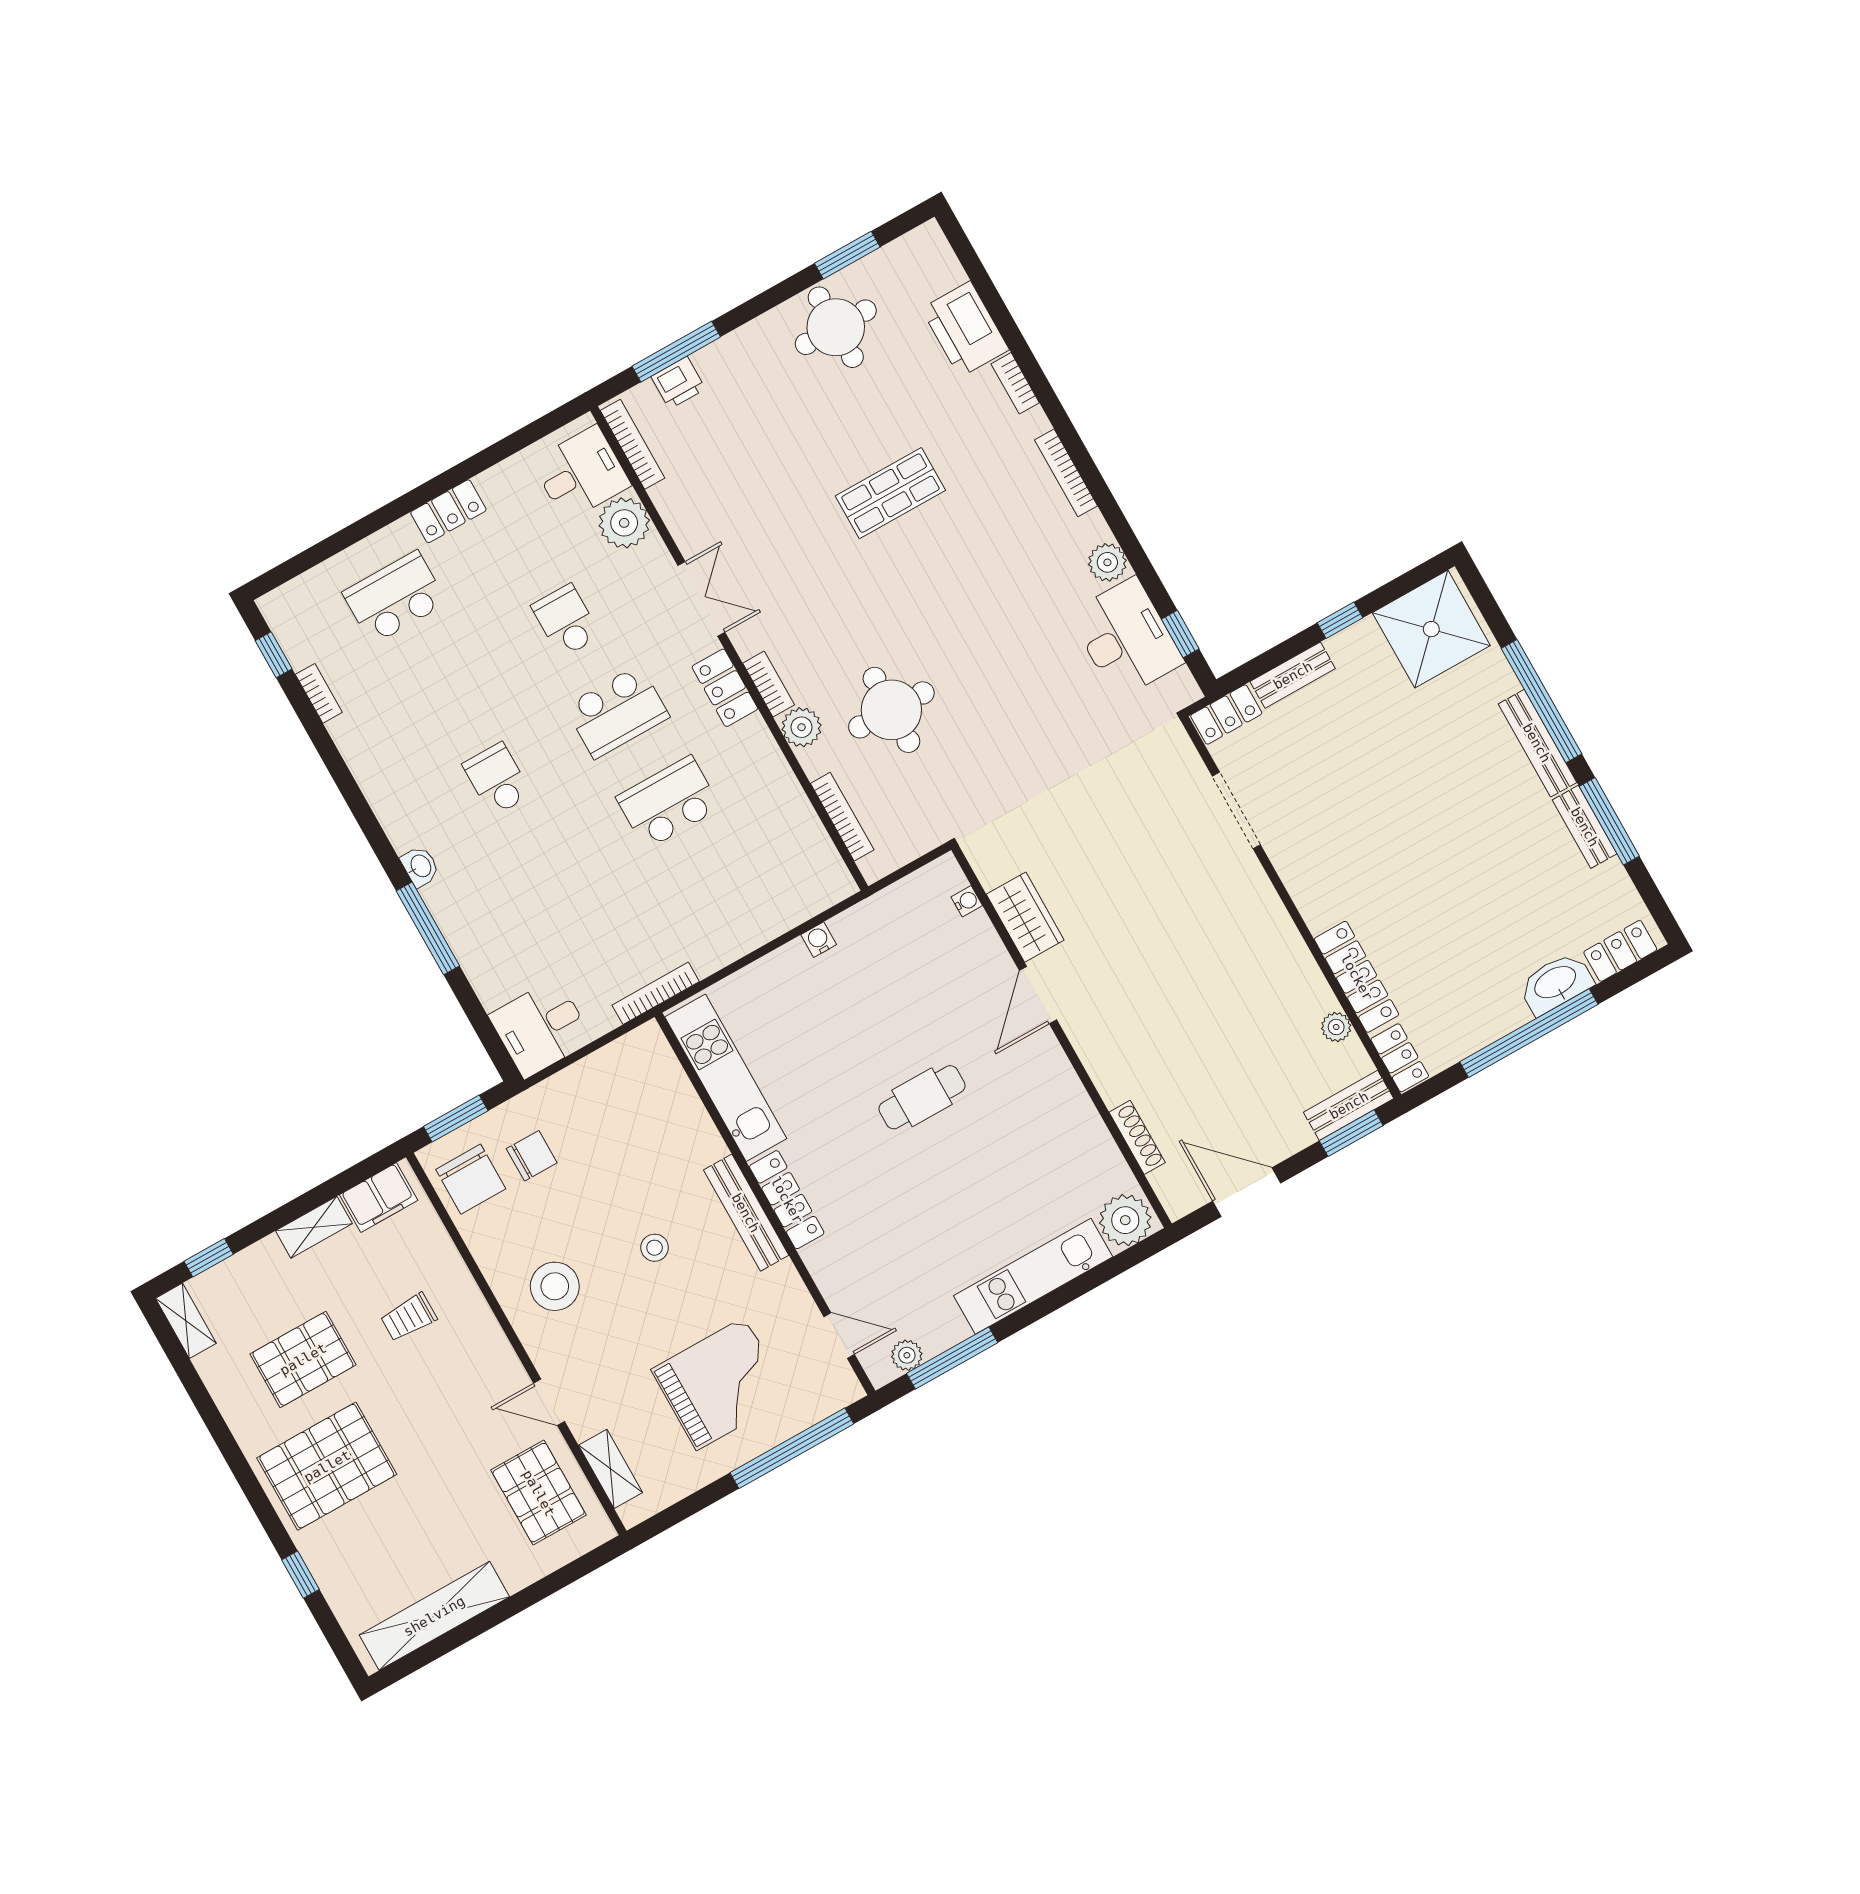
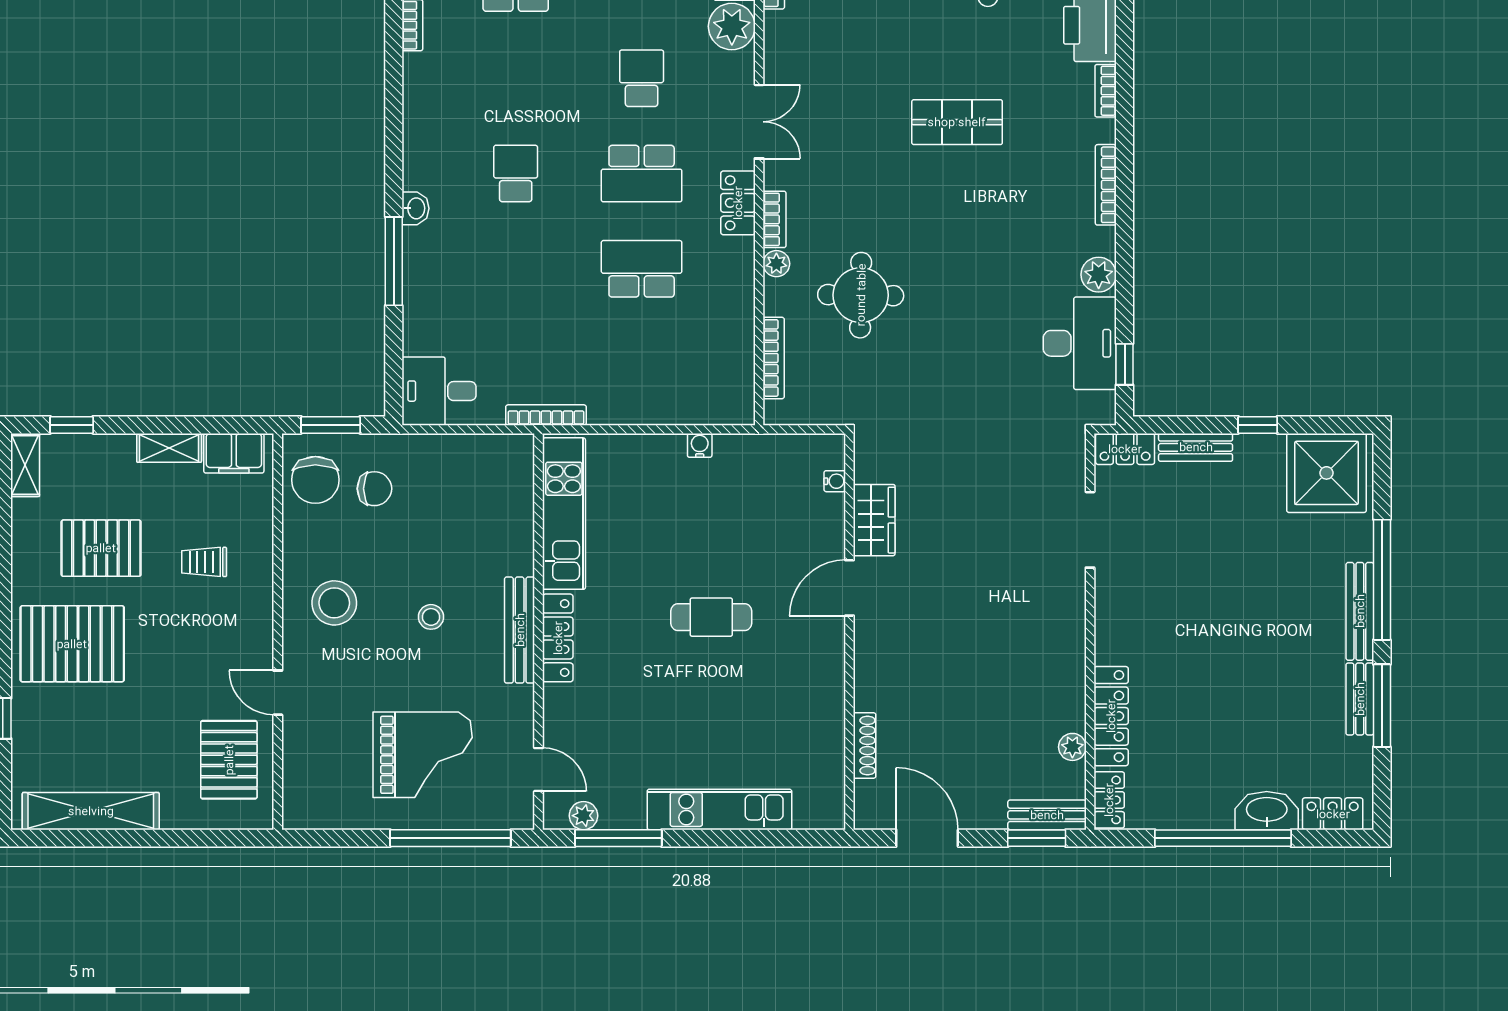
plant: (802, 727) -> (776, 264), width x0.73, depth x0.73
plant: (1125, 1220) -> (818, 806), removed
shelving: (610, 1469) -> (297, 773), removed

